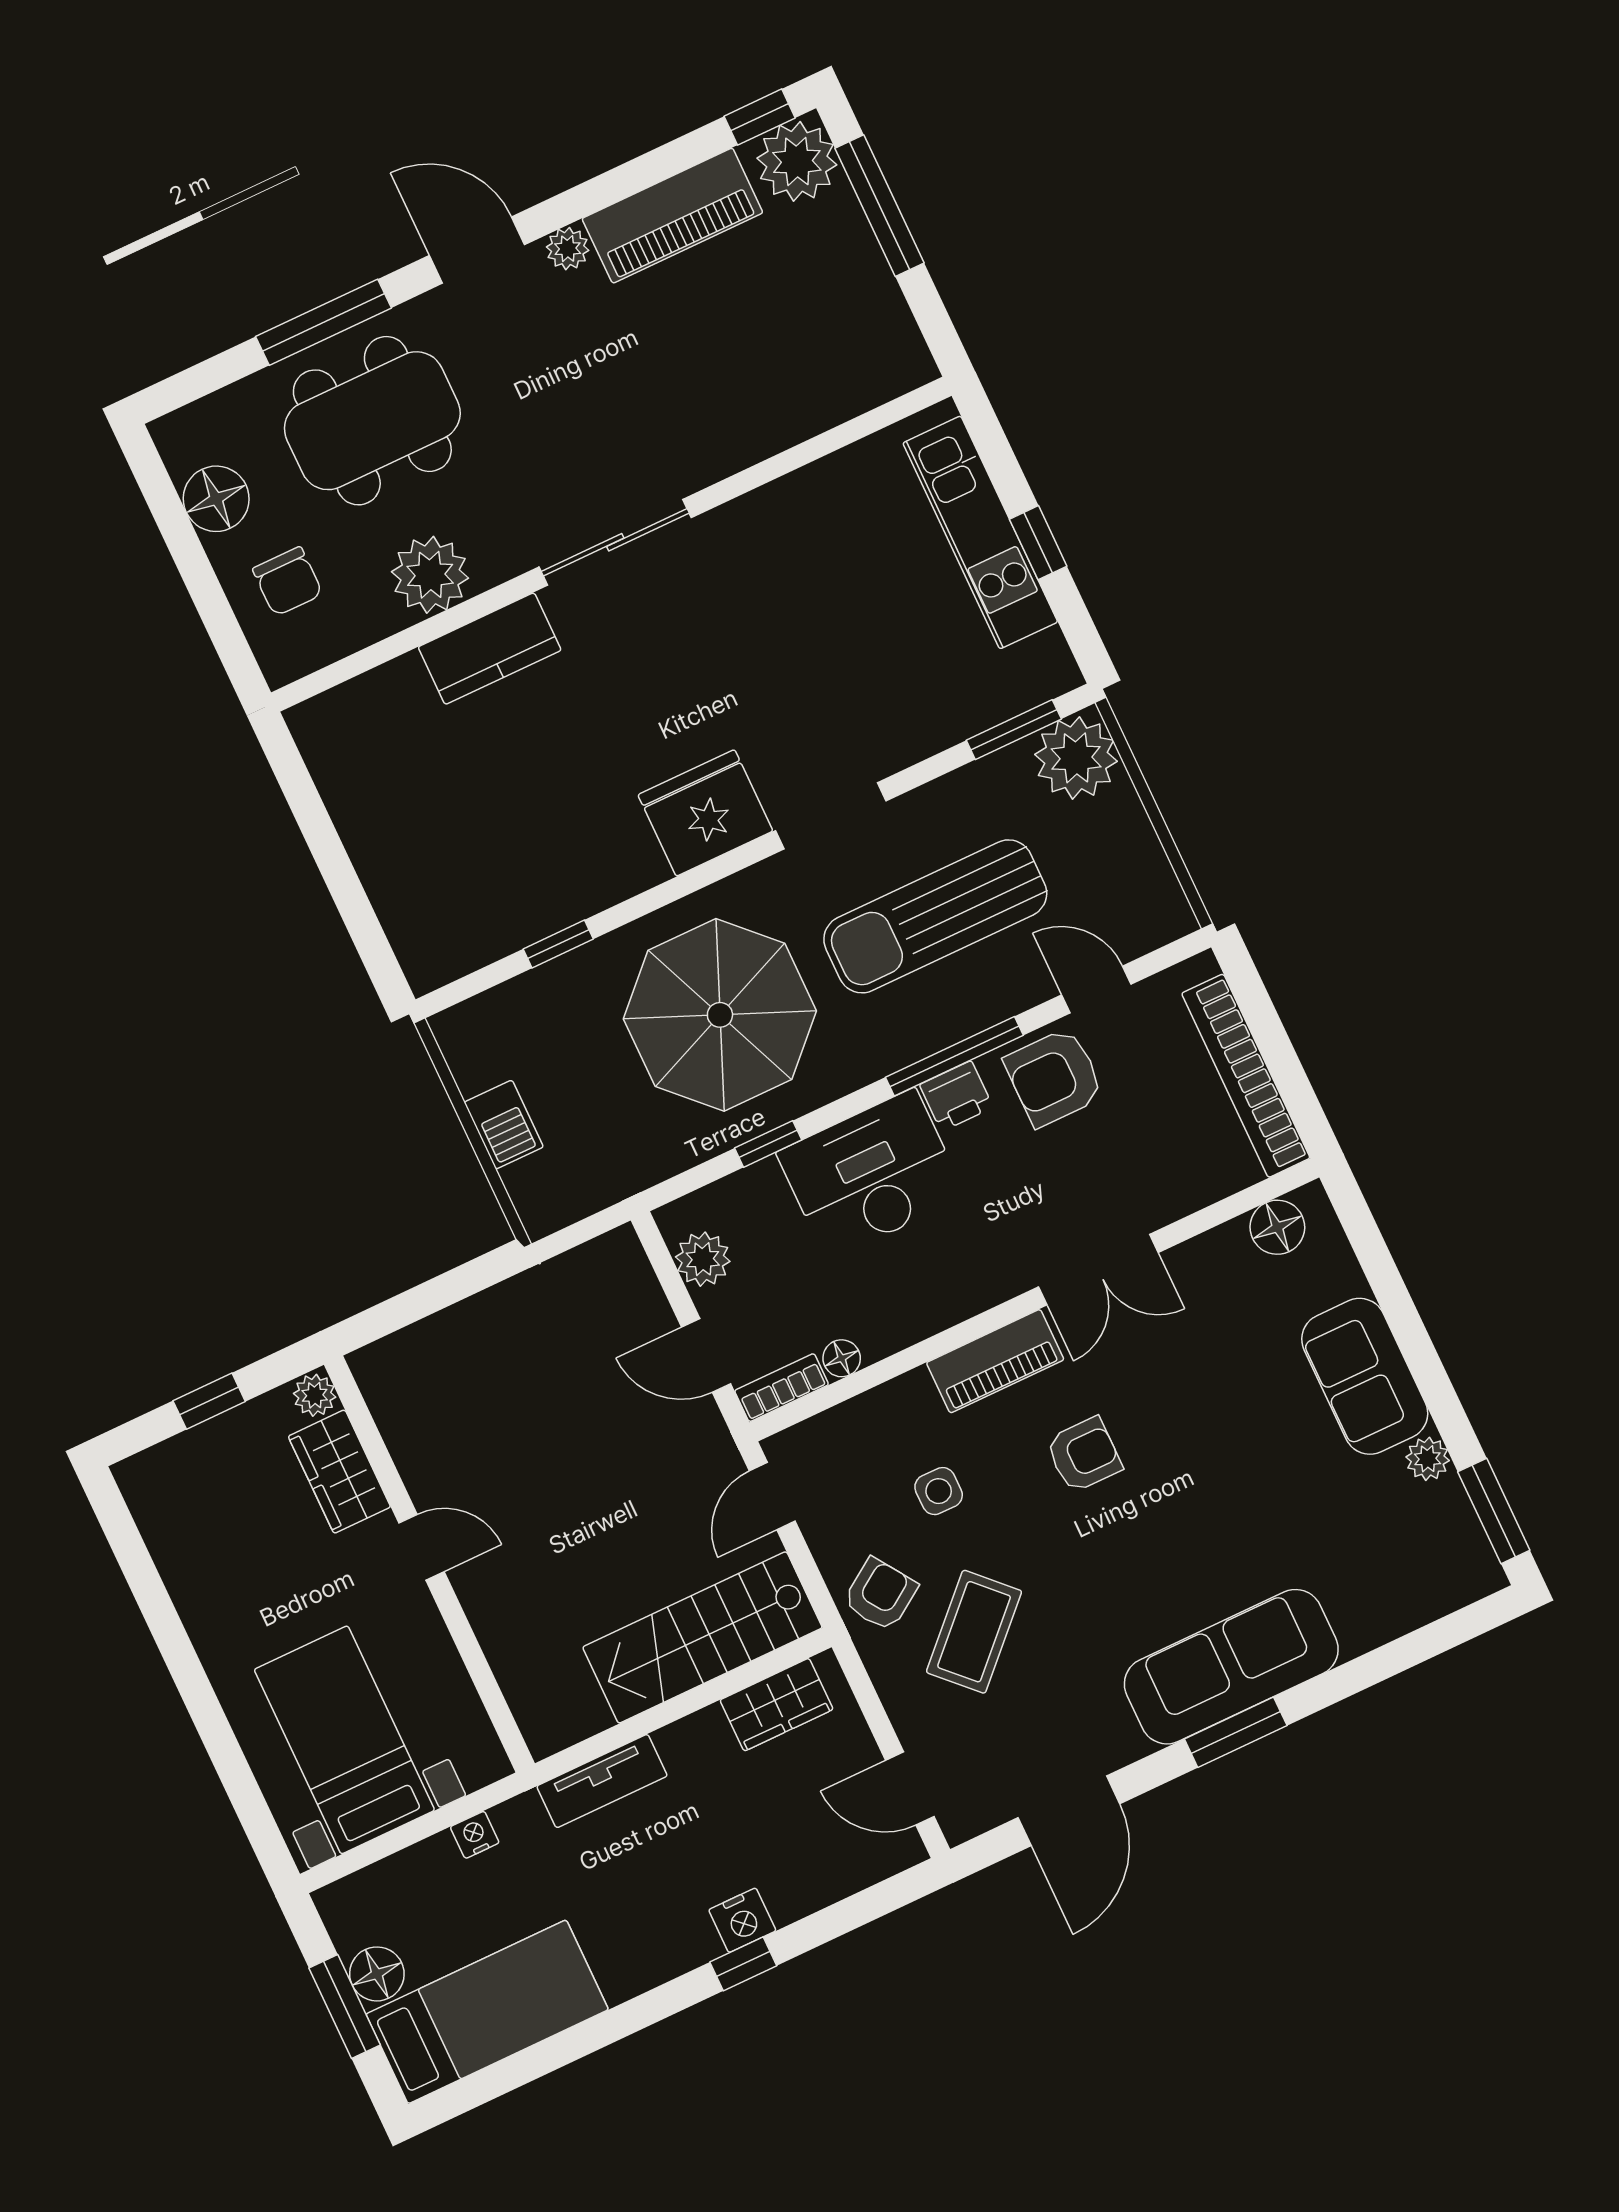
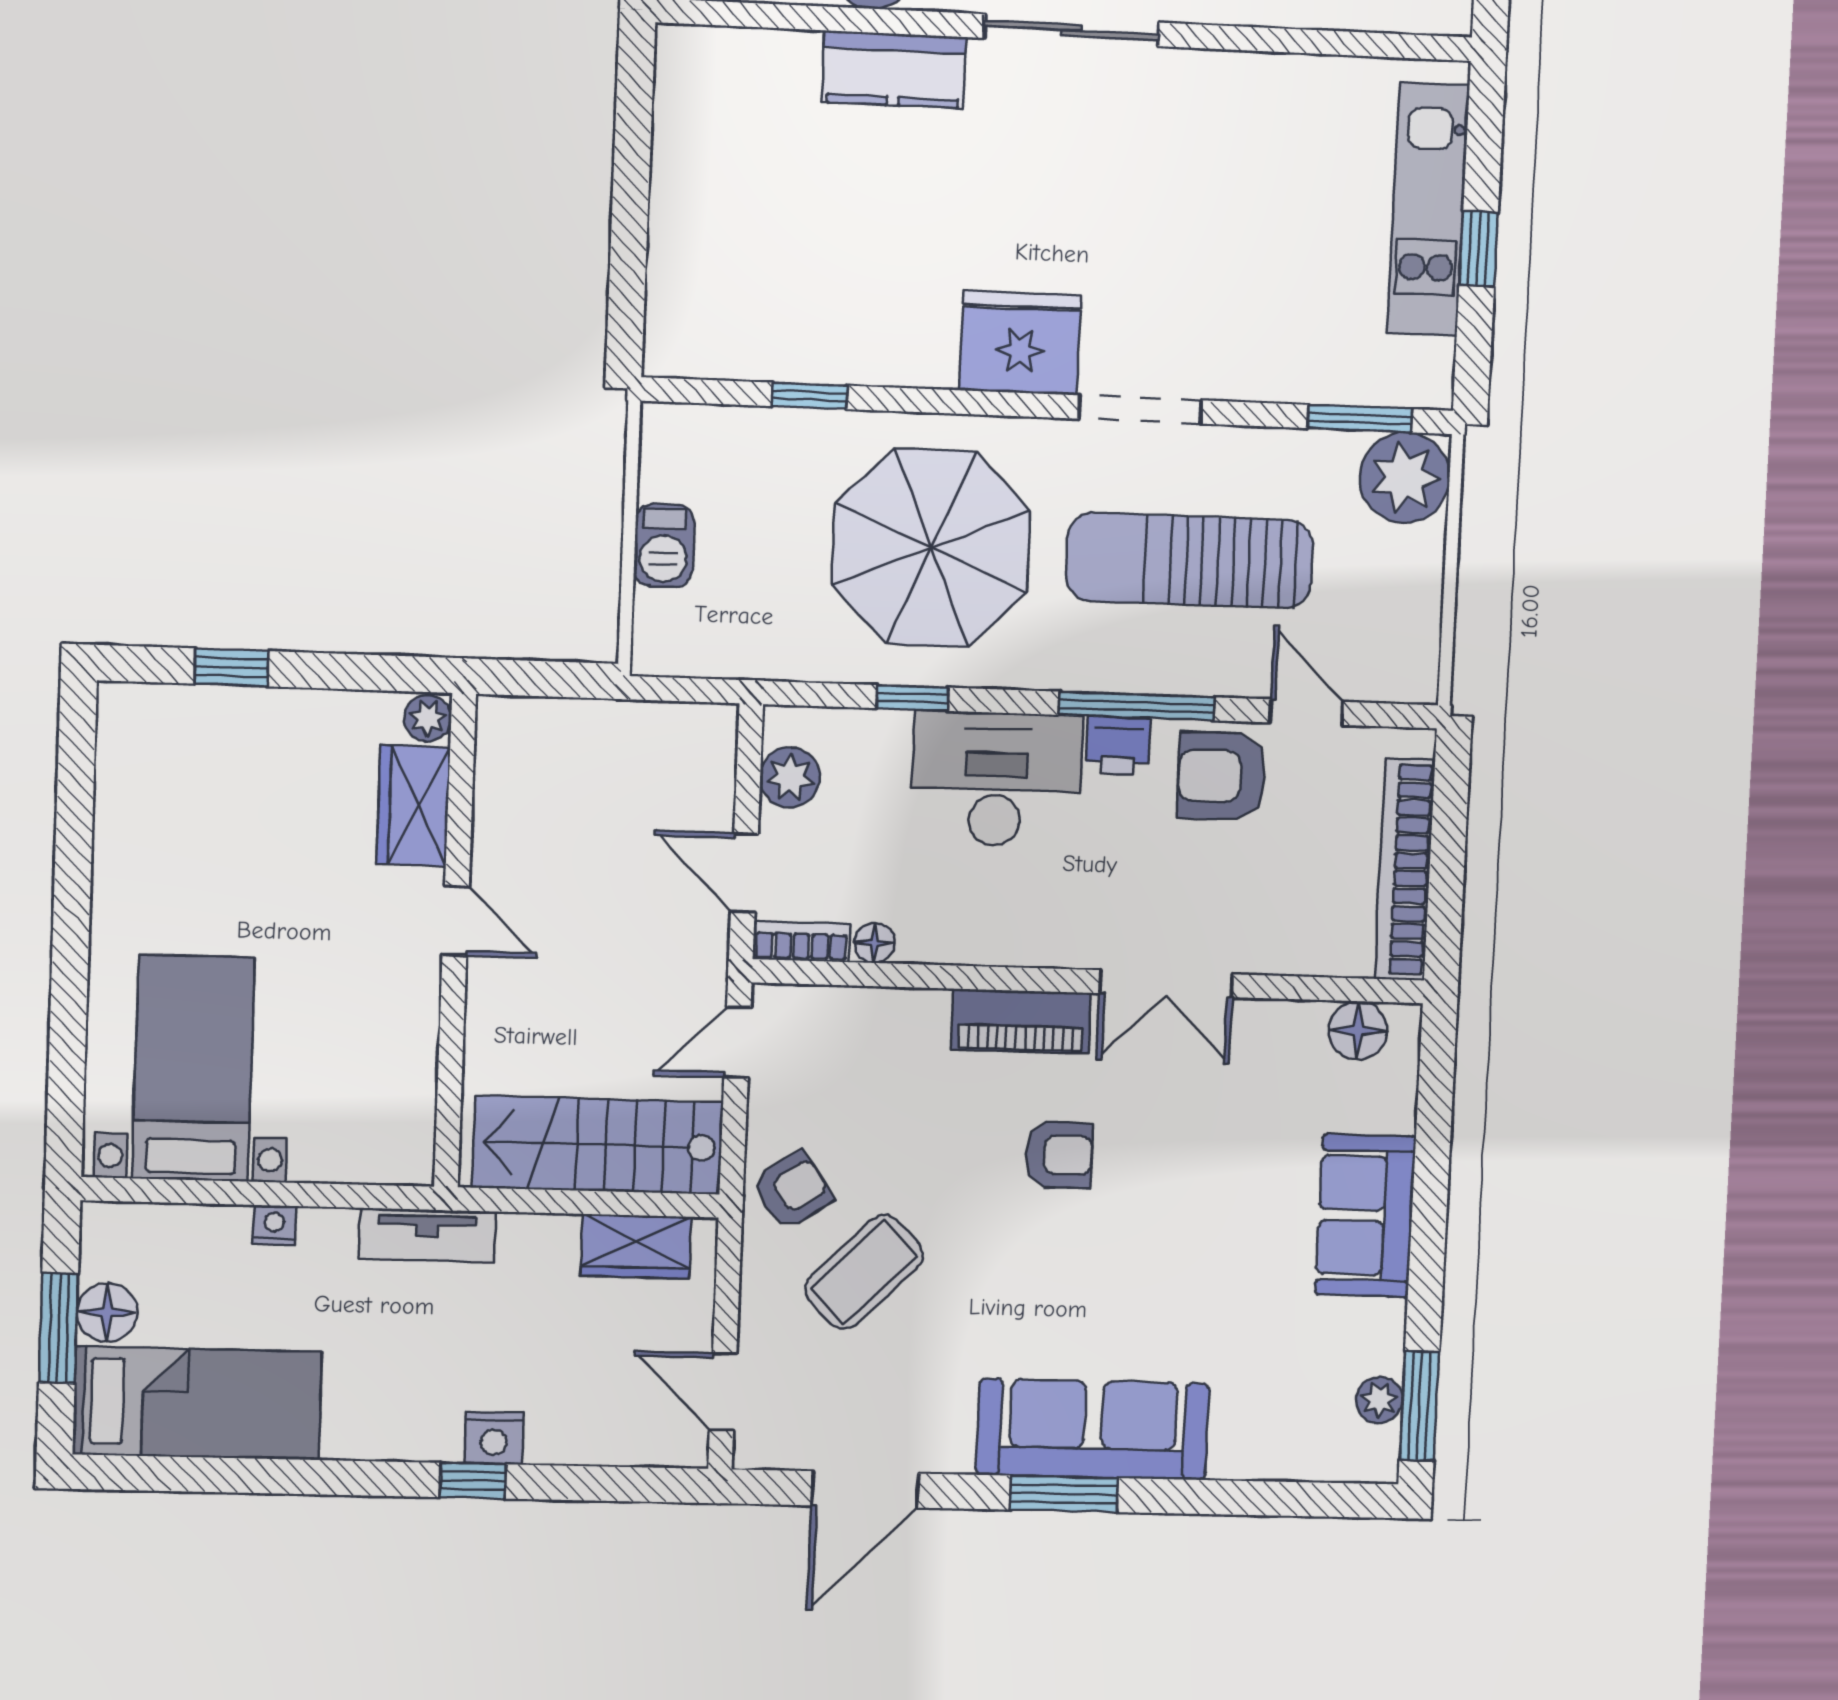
plant: (315, 1395) -> (428, 718), moved
plant: (1428, 1459) -> (1379, 1400), moved
wardrobe: (339, 1472) -> (413, 806), moved
side table: (939, 1491) -> (901, 1119), removed
door: (421, 1547) -> (456, 921), moved
wall: (429, 1564) -> (455, 941), moved

